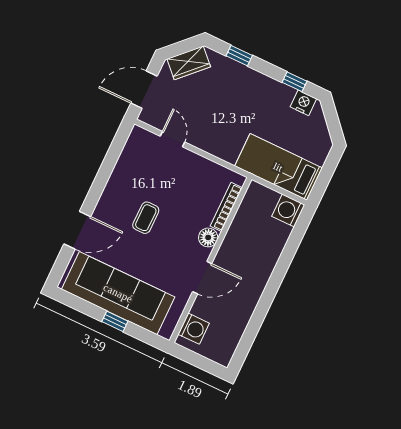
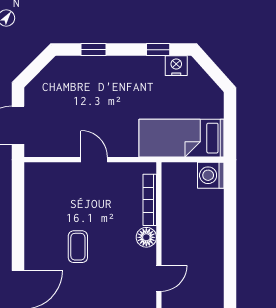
wardrobe: (189, 63) -> (49, 79), removed
door: (172, 139) -> (94, 160), moved
door: (202, 278) -> (159, 278), width x0.73

